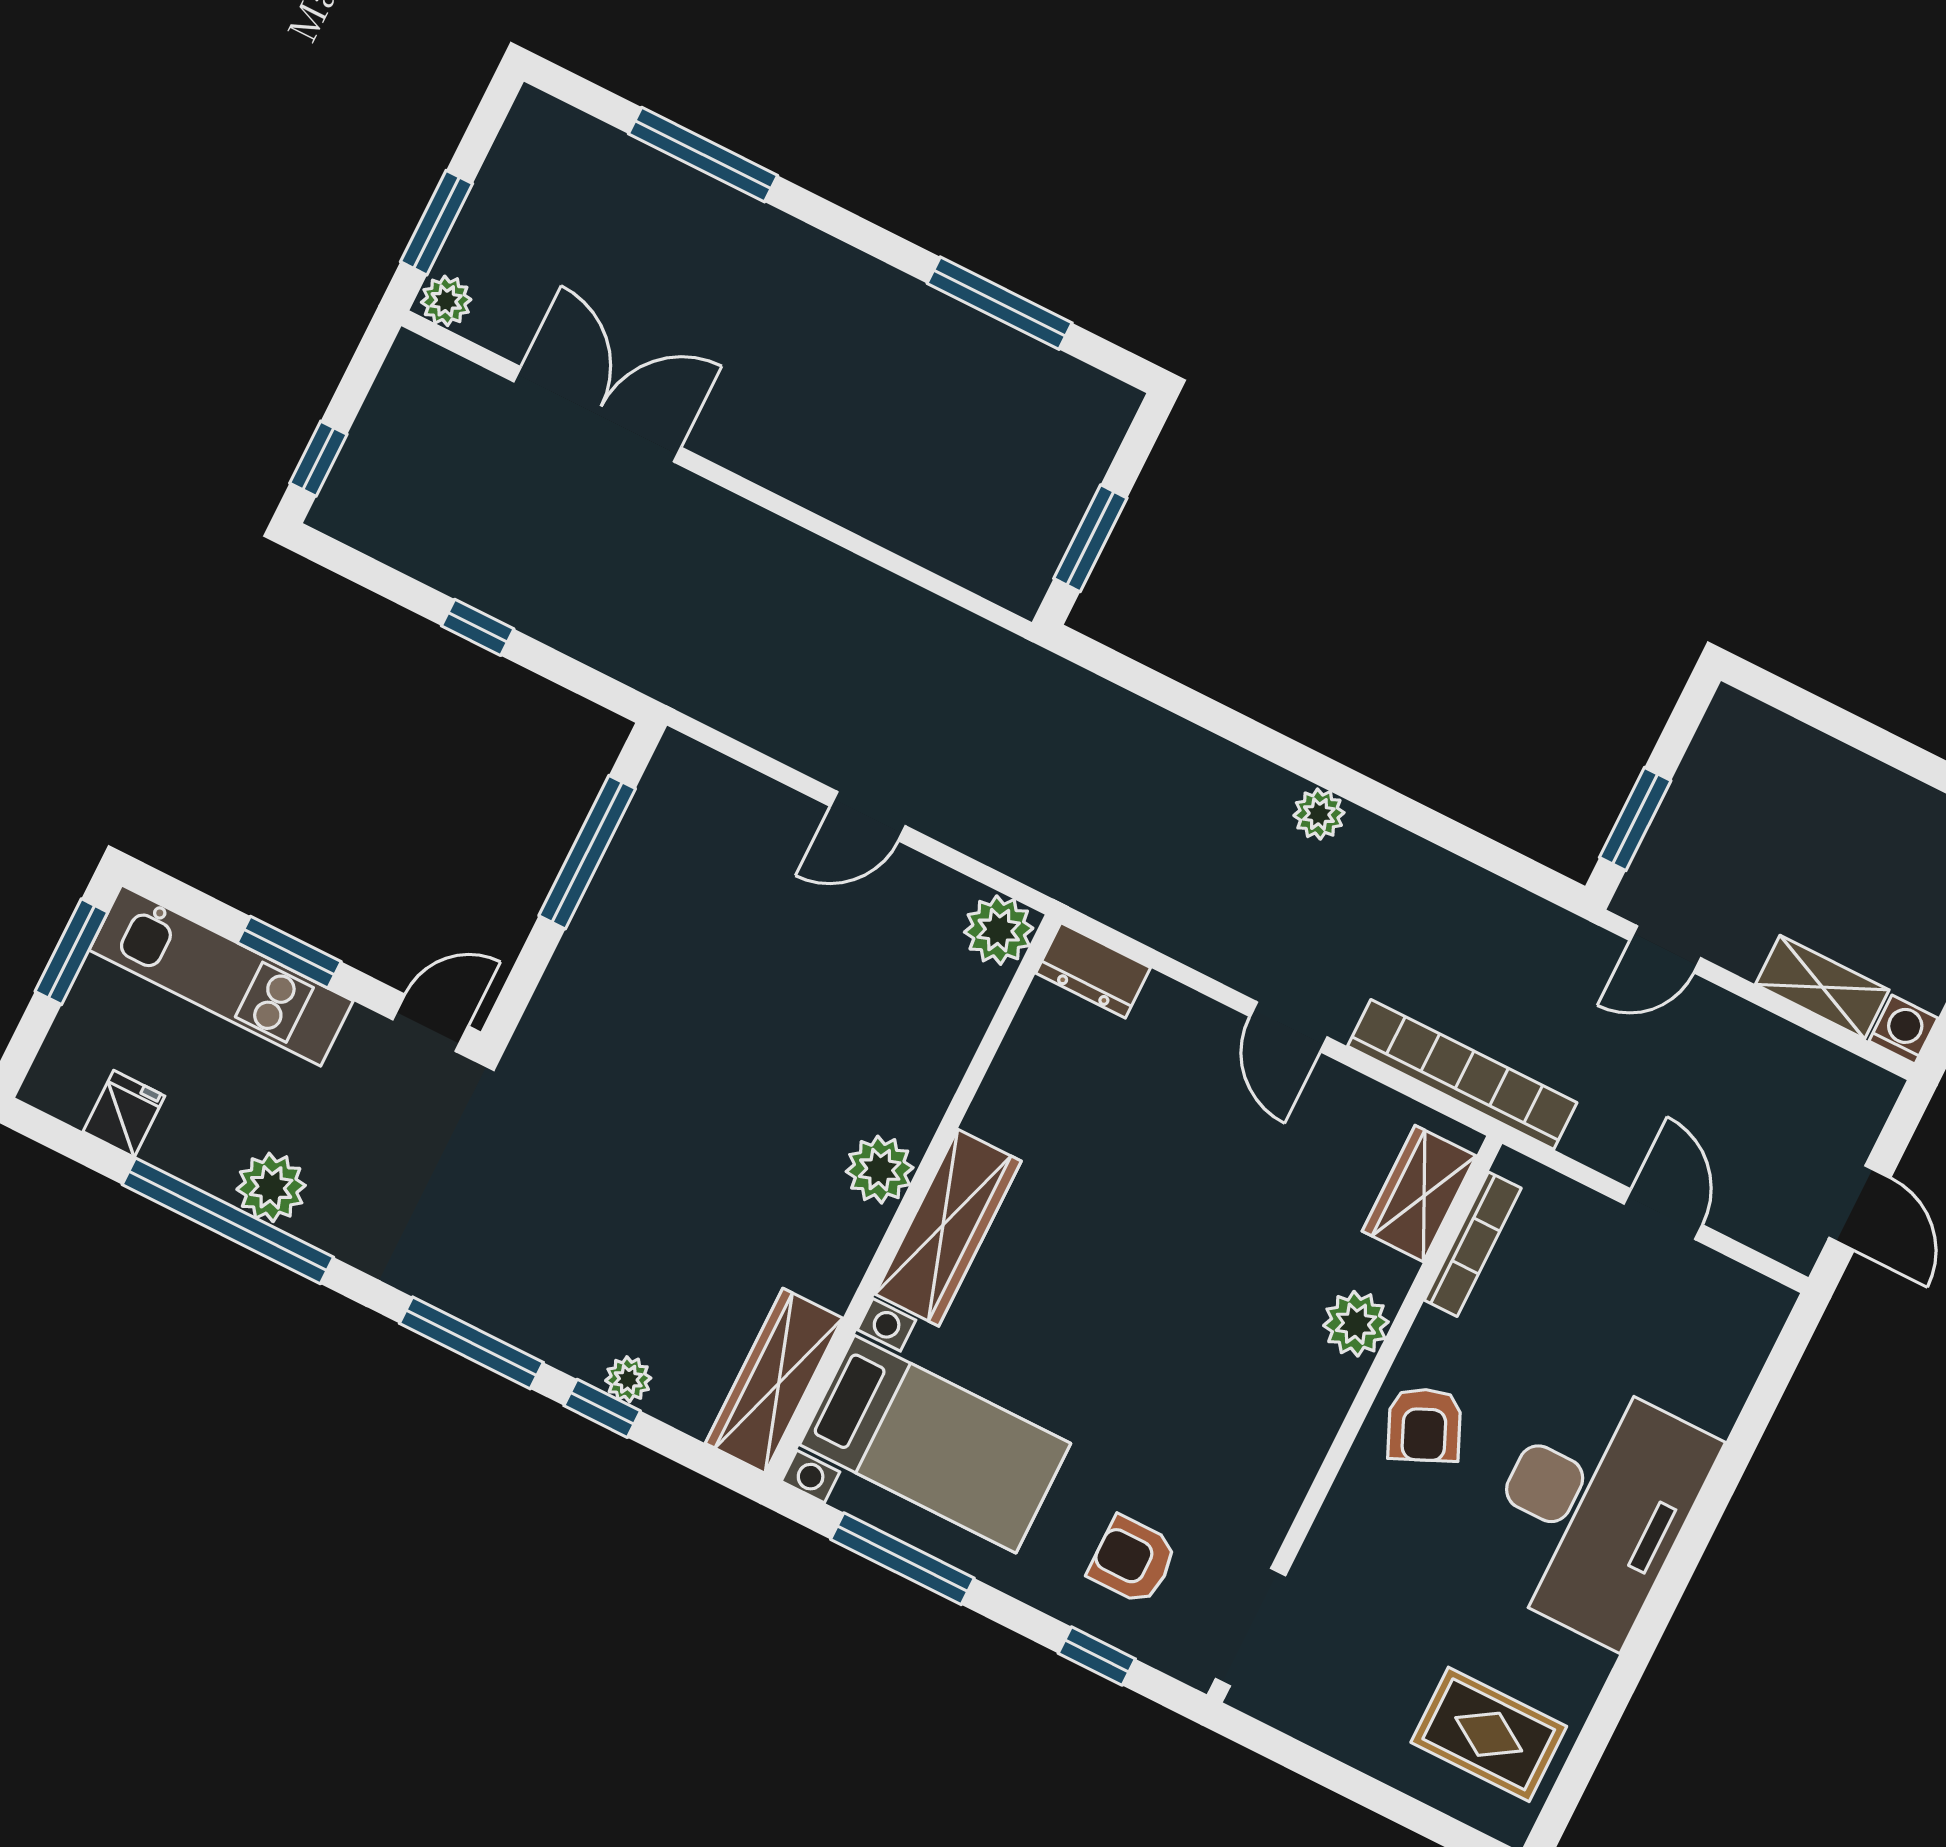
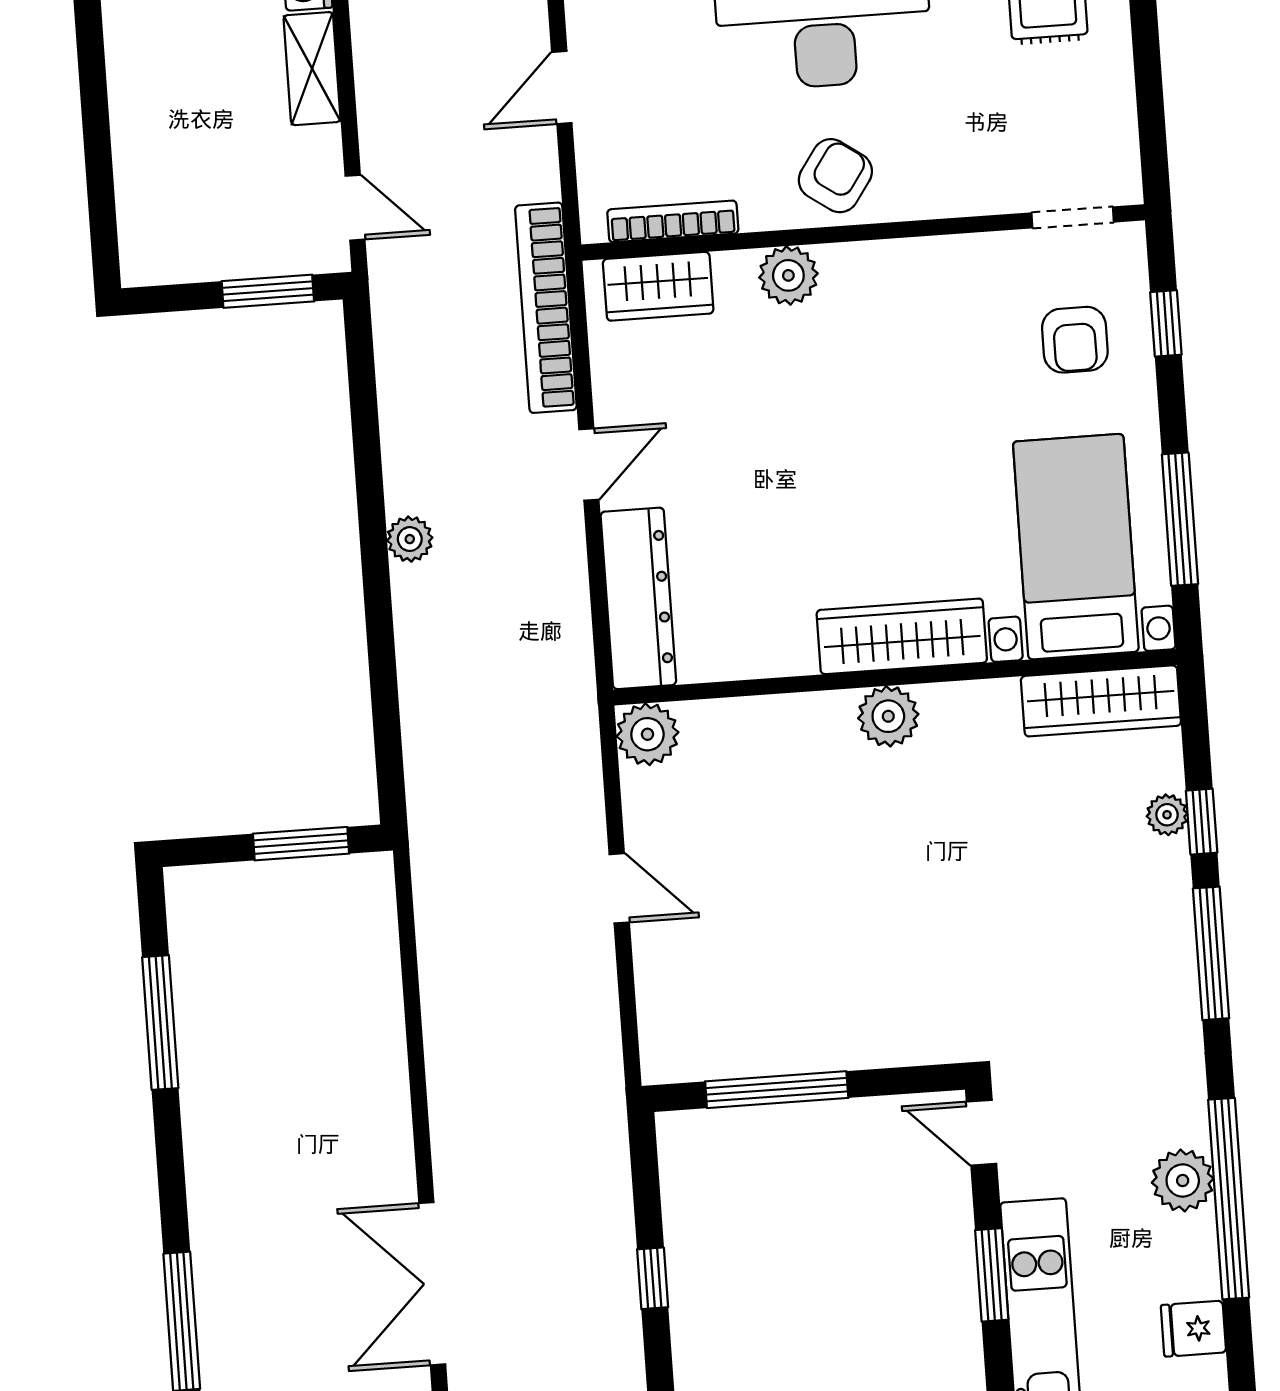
dresser: (1093, 970) -> (638, 598), width x1.96, depth x1.24
armchair: (1424, 1425) -> (835, 176), turned -31
doorway: (1250, 1627) -> (1073, 217), width x0.73

